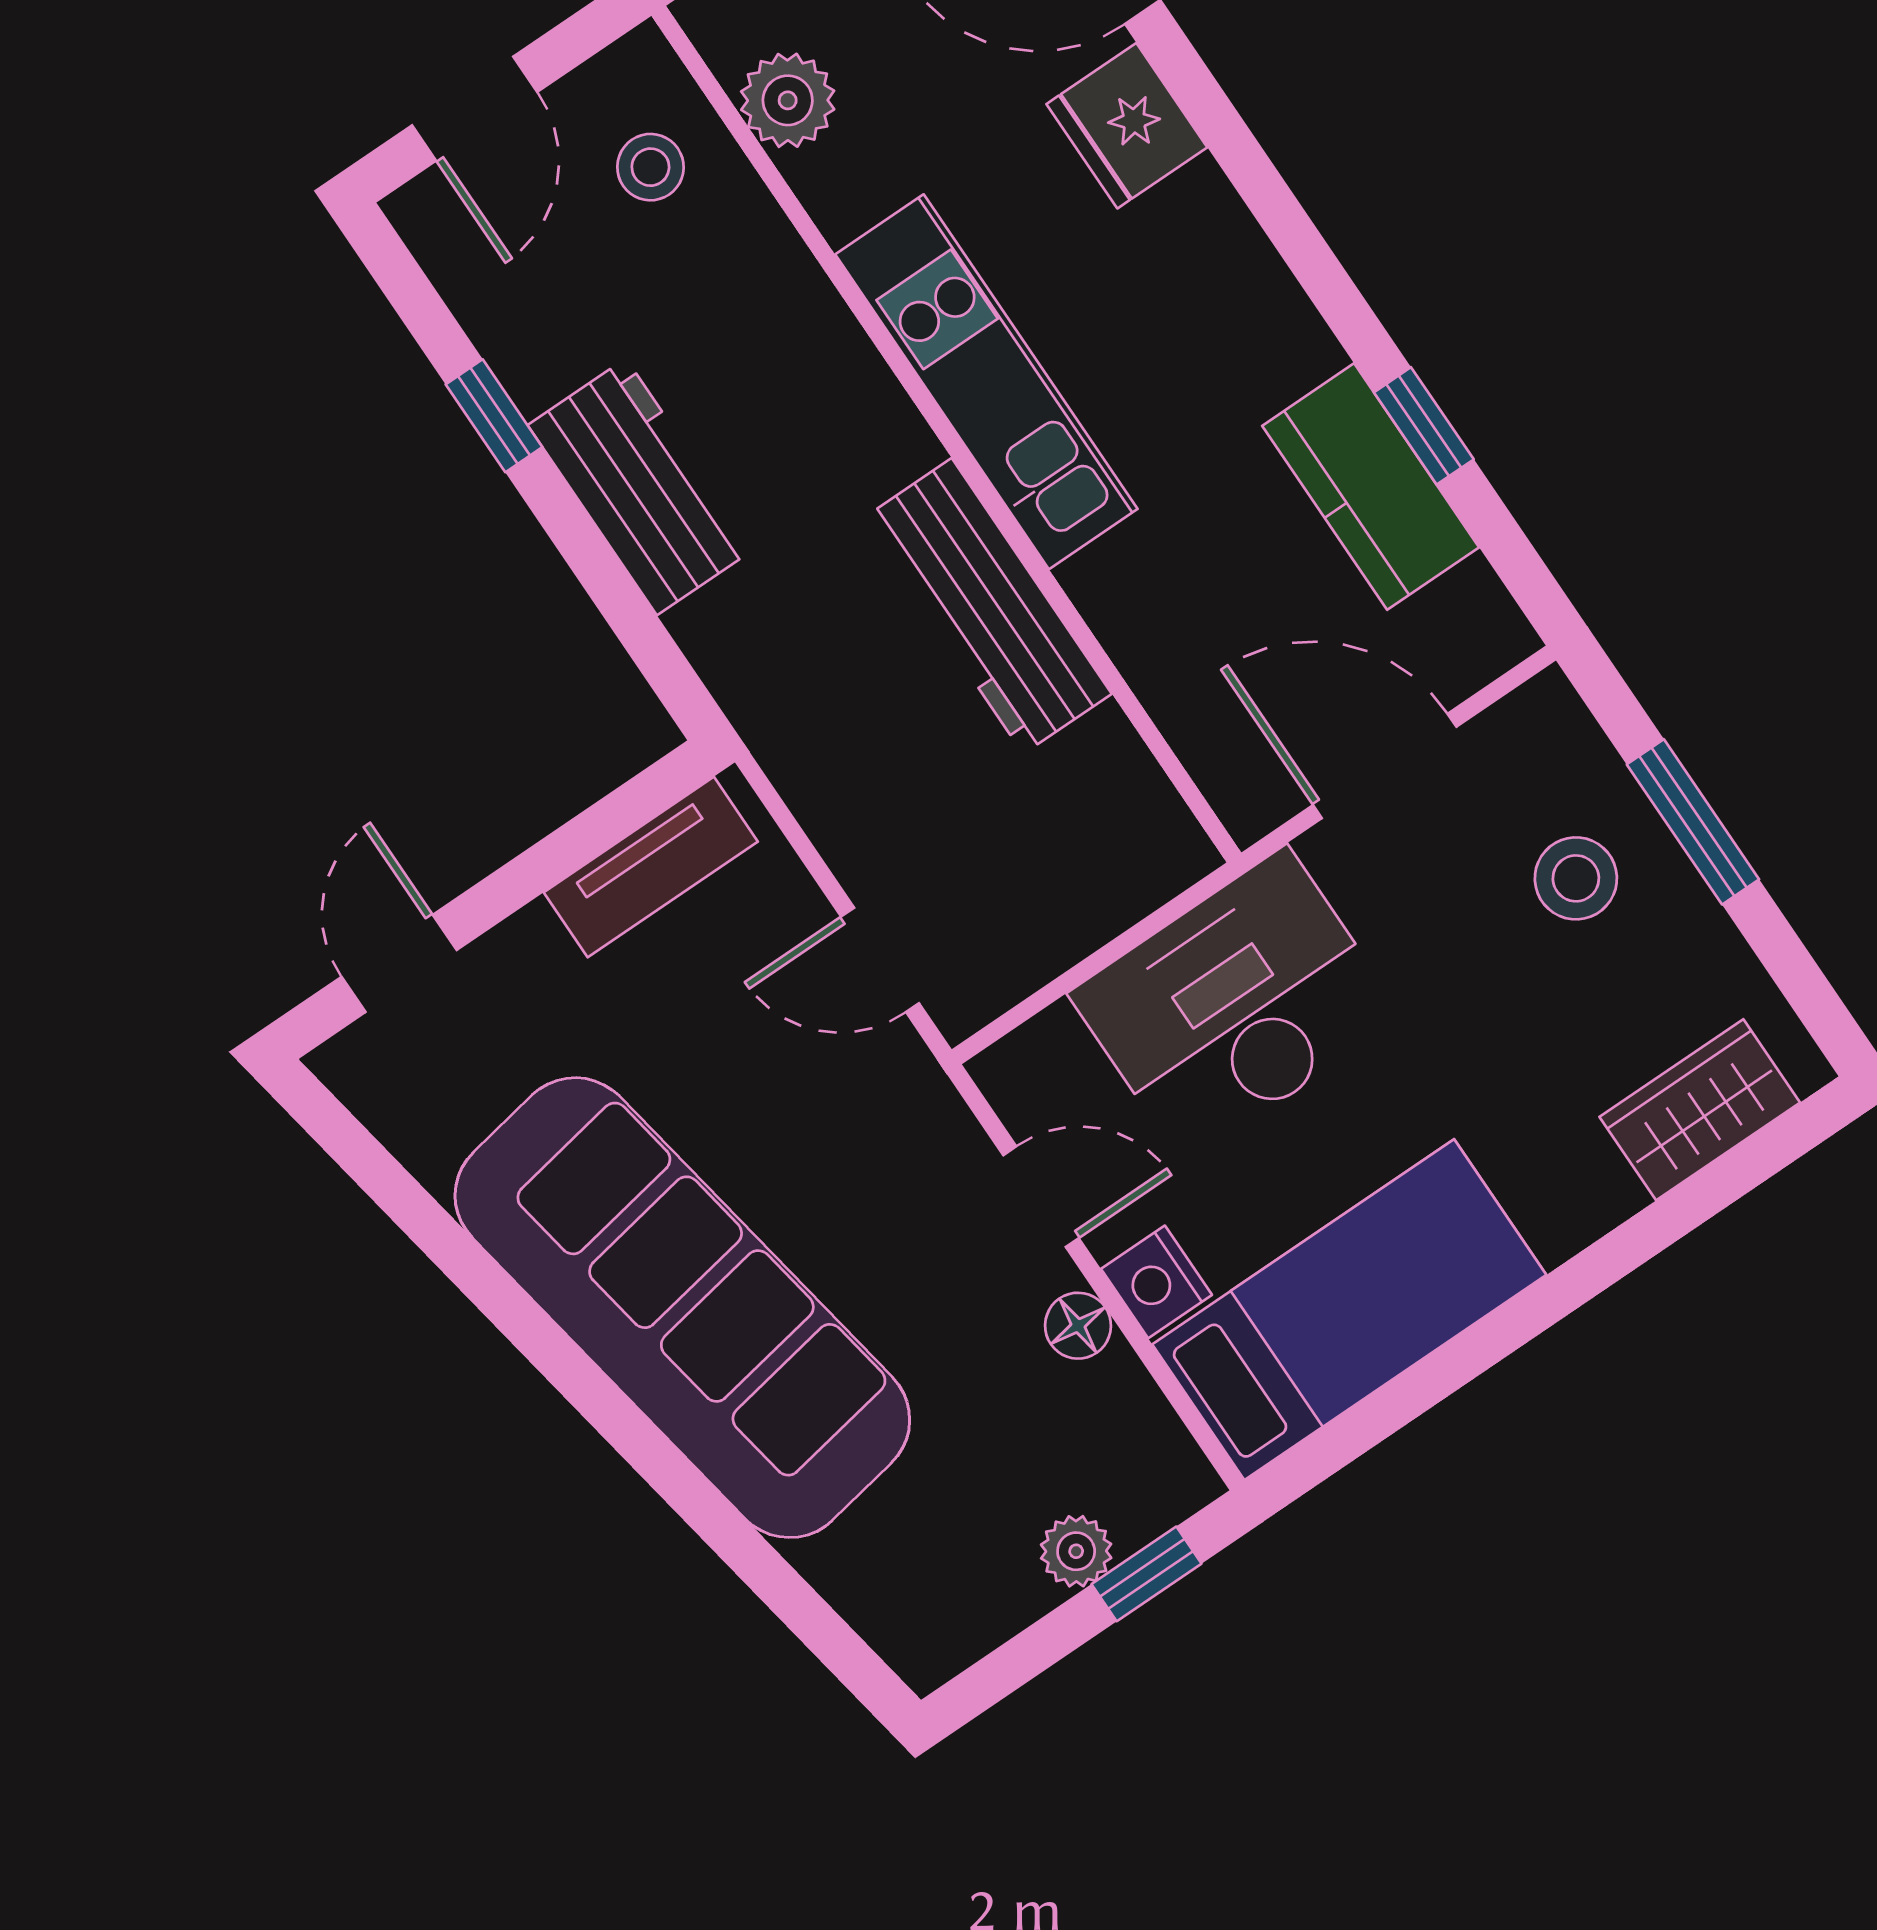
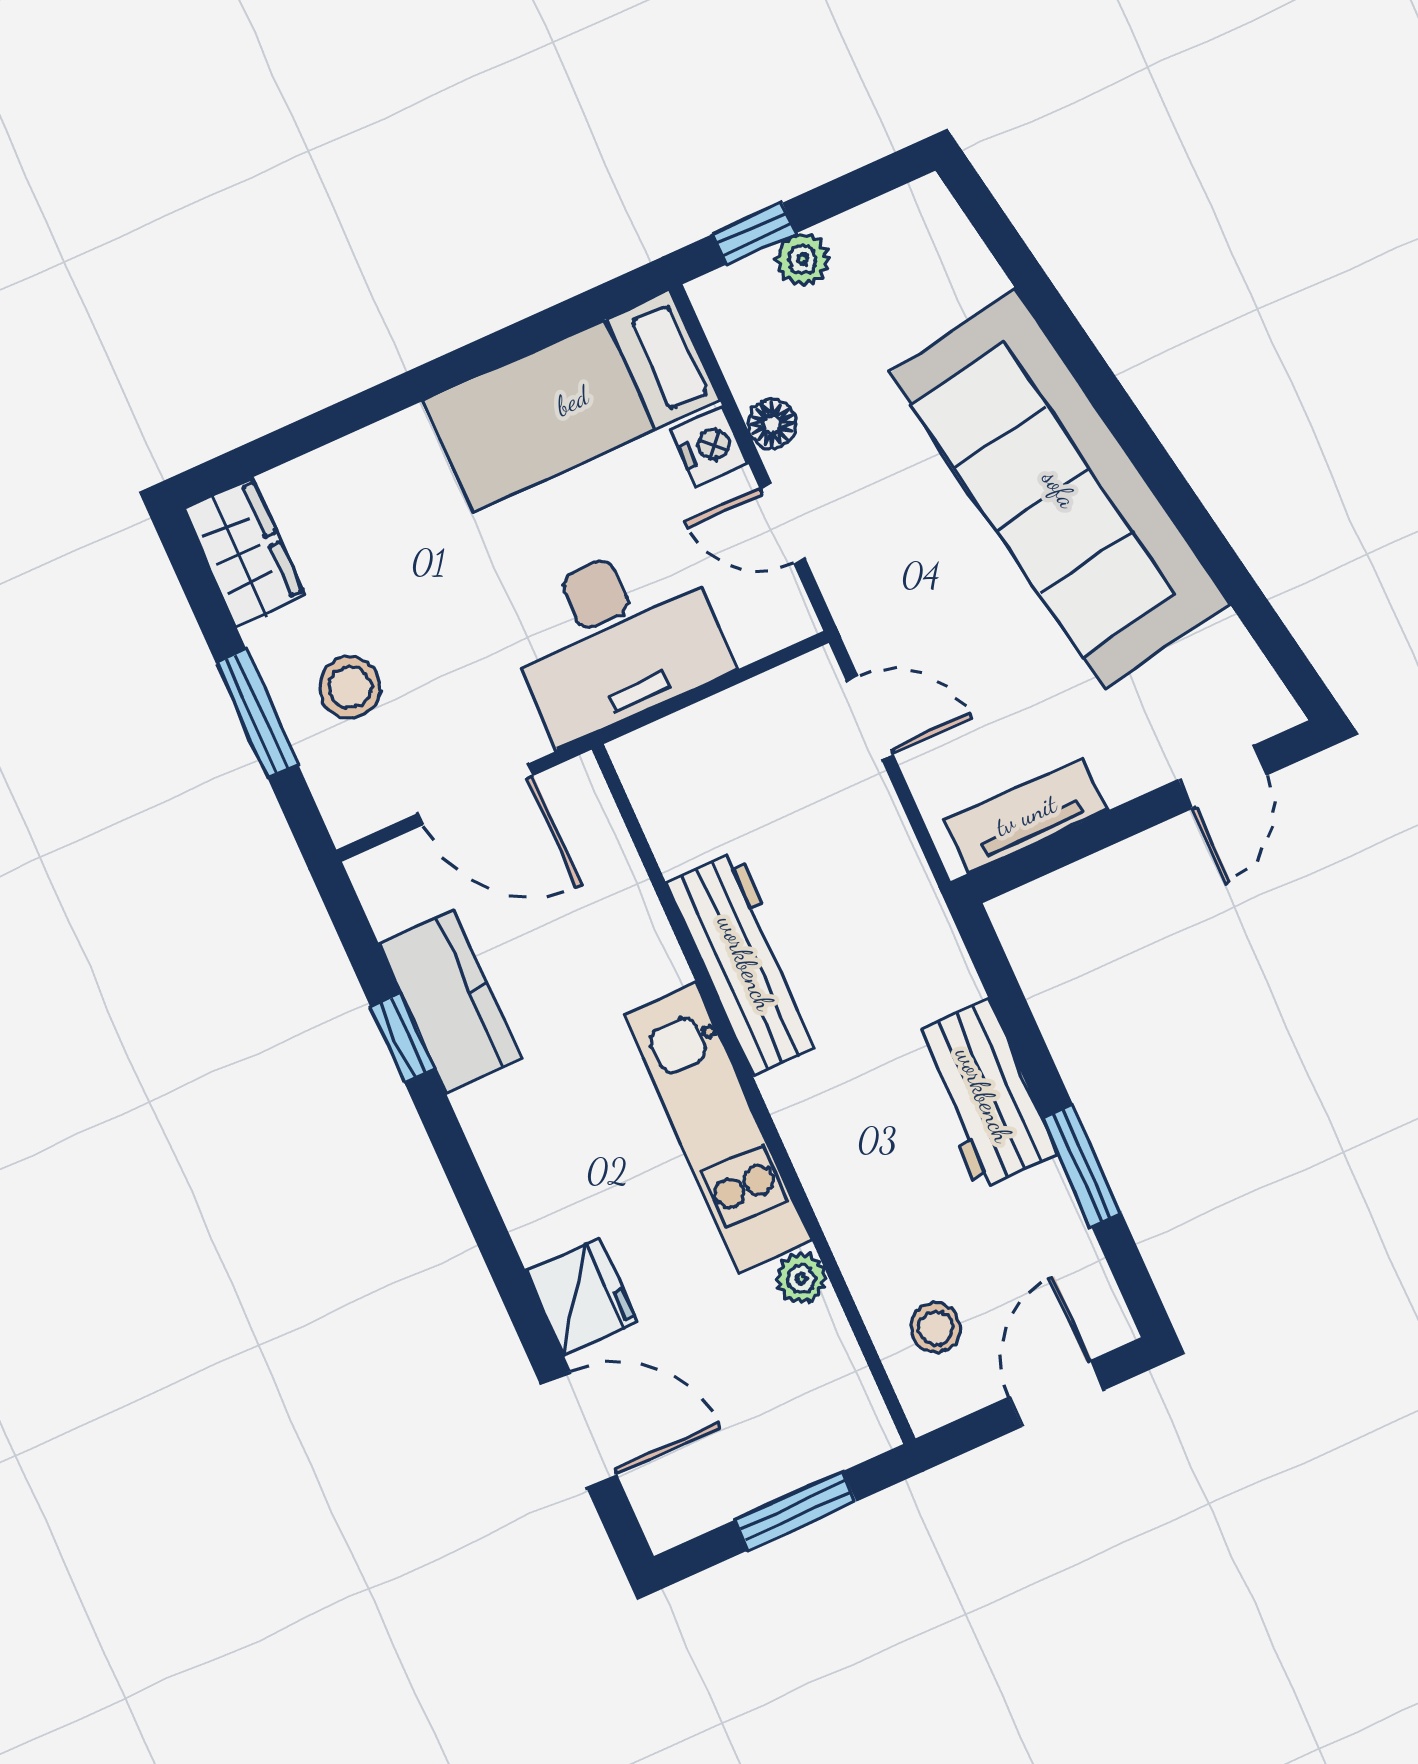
plant: (788, 100) -> (801, 1279), moved, width x0.73, depth x0.73
window: (494, 416) -> (1082, 1166), width x1.50
wardrobe: (1700, 1110) -> (244, 552), moved, turned -90

